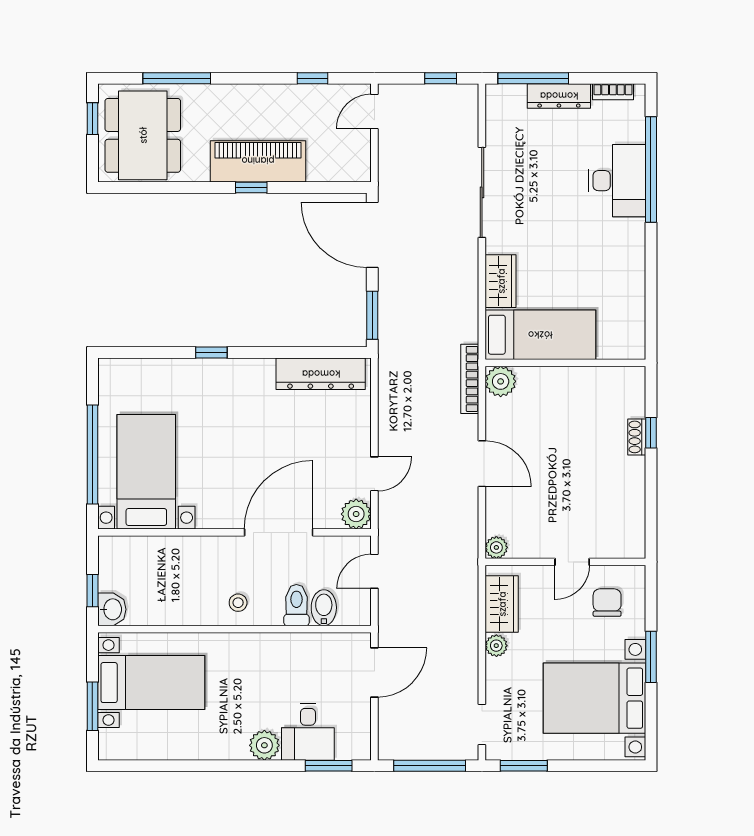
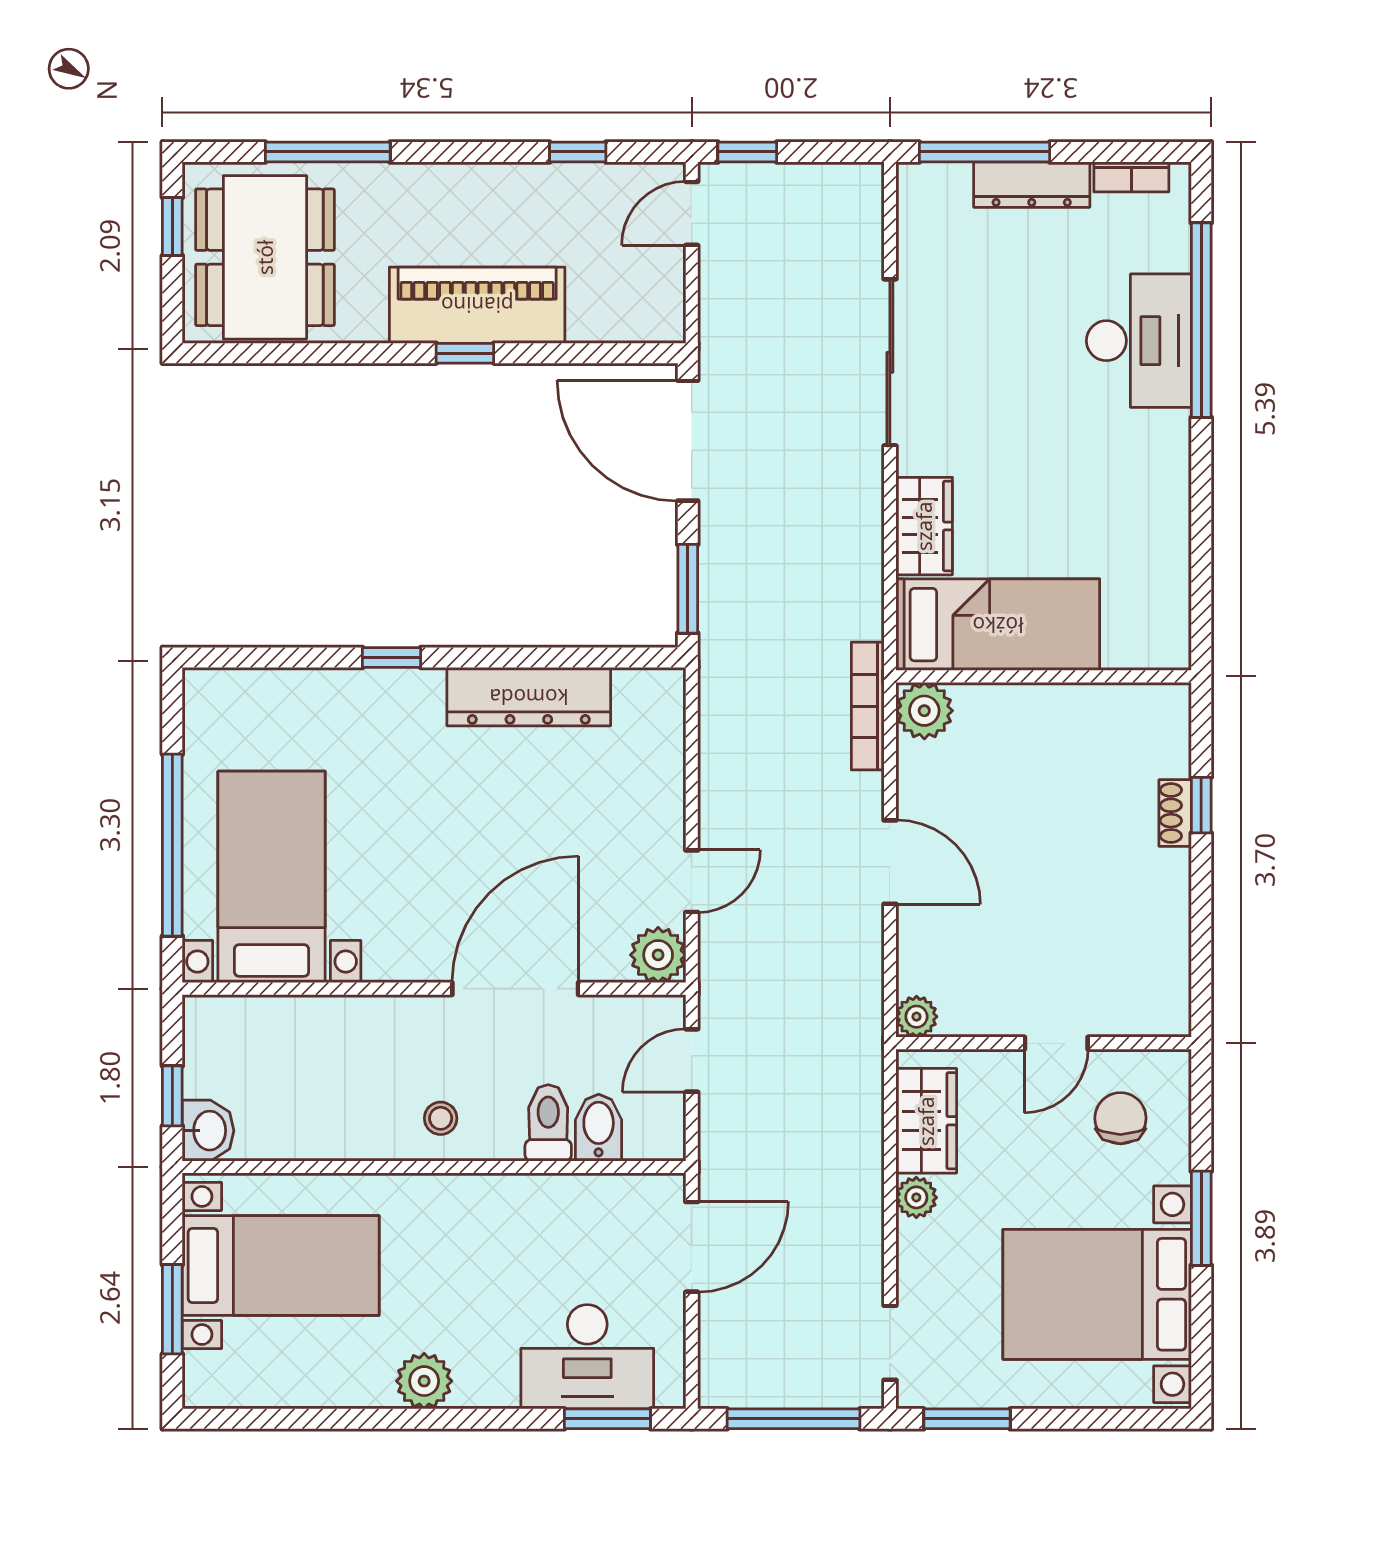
window: (441, 78) -> (747, 152), moved
dresser: (321, 374) -> (529, 697), moved
desk: (308, 732) -> (587, 1357), width x1.37
plant: (264, 745) -> (424, 1381), moved

